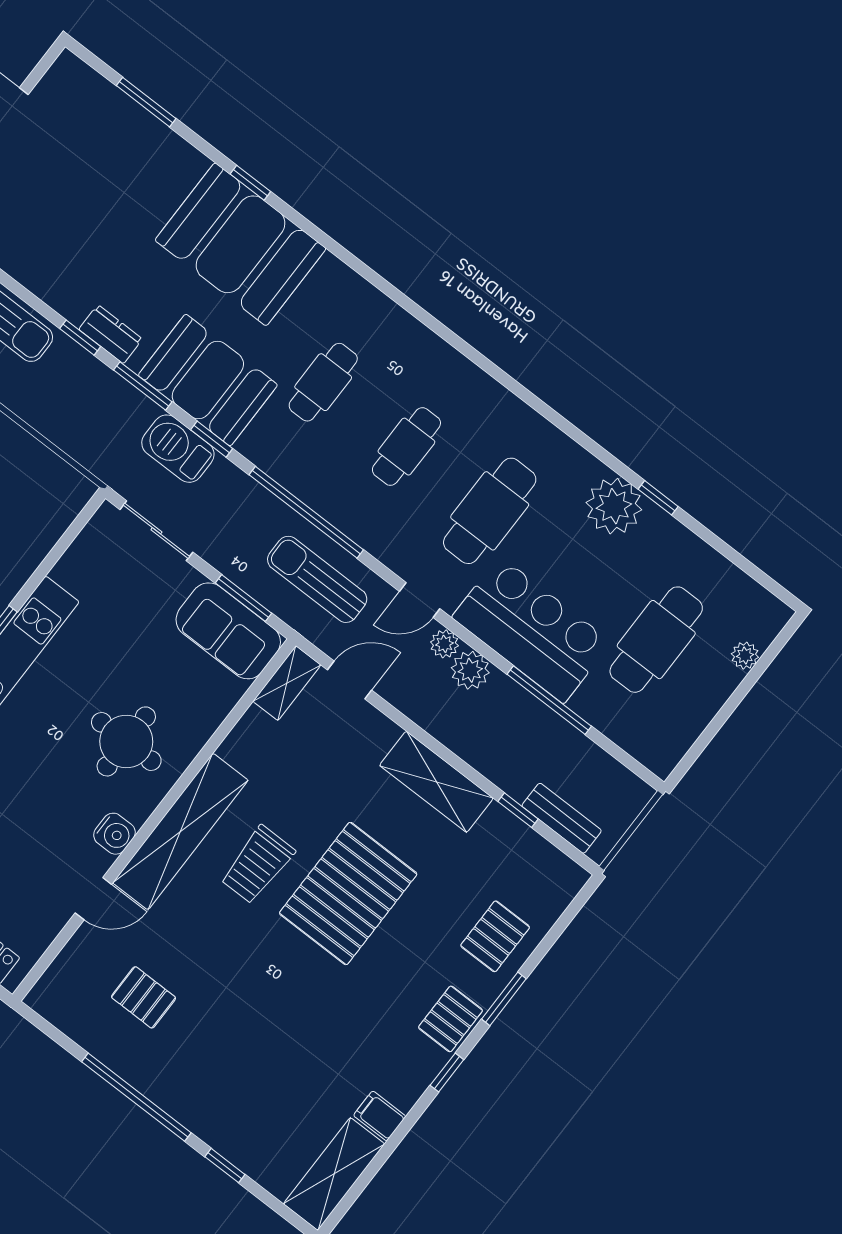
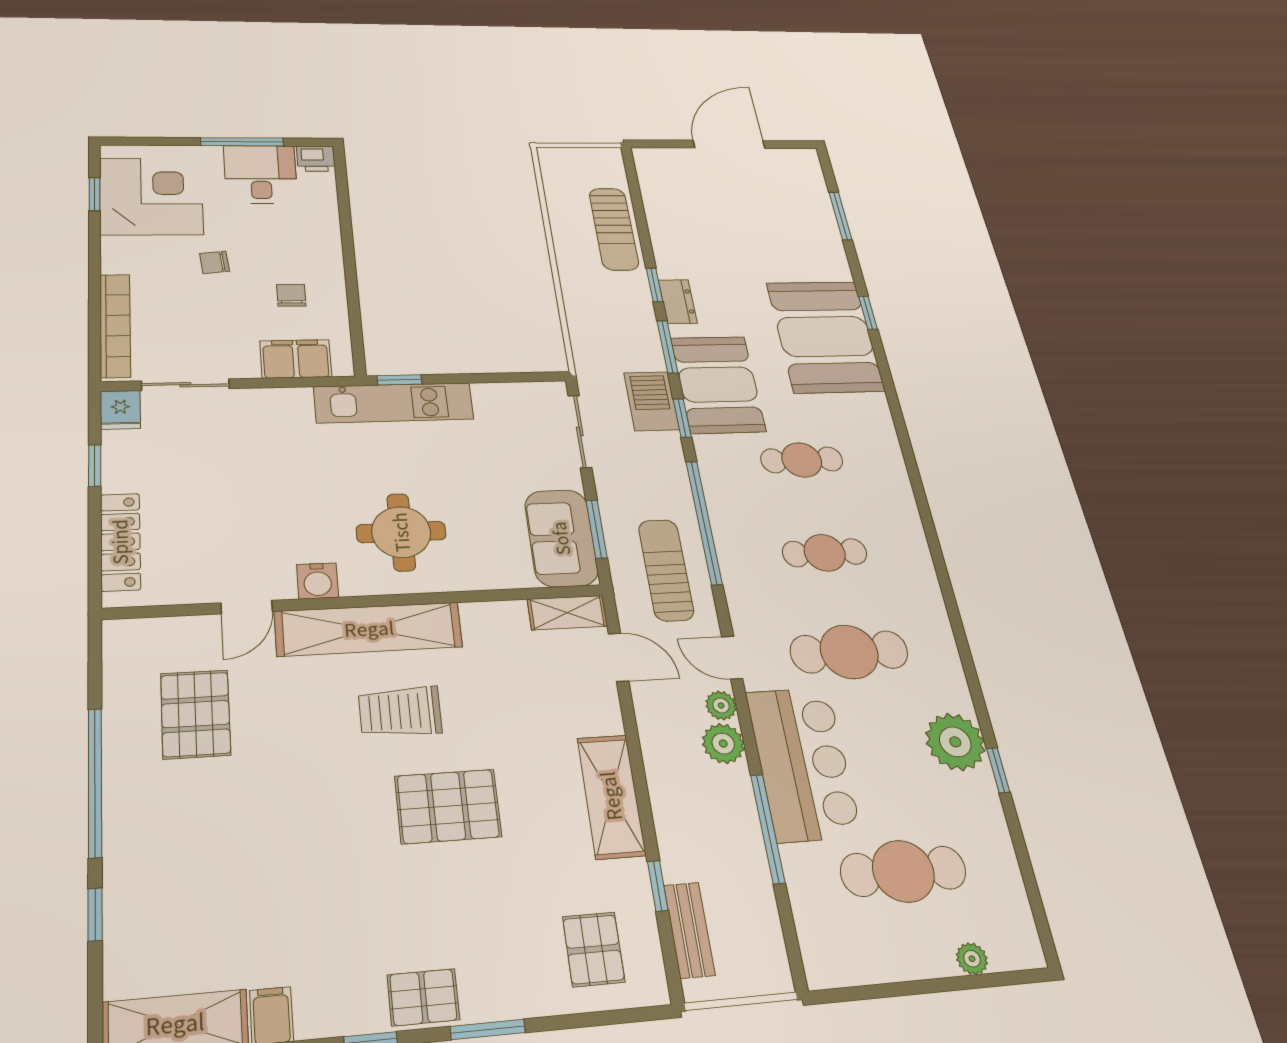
pallet: (348, 894) -> (448, 806), width x0.73, depth x0.71
door: (93, 899) -> (247, 607), hinge flipped
pallet: (495, 936) -> (594, 949), moved, turned 90
pallet: (144, 997) -> (196, 714), width x1.50, depth x1.42

